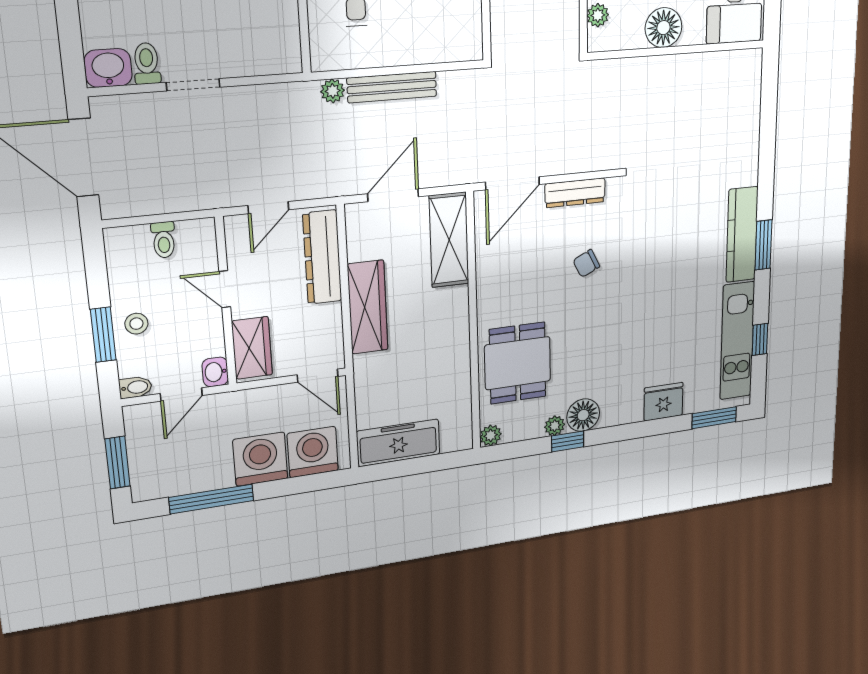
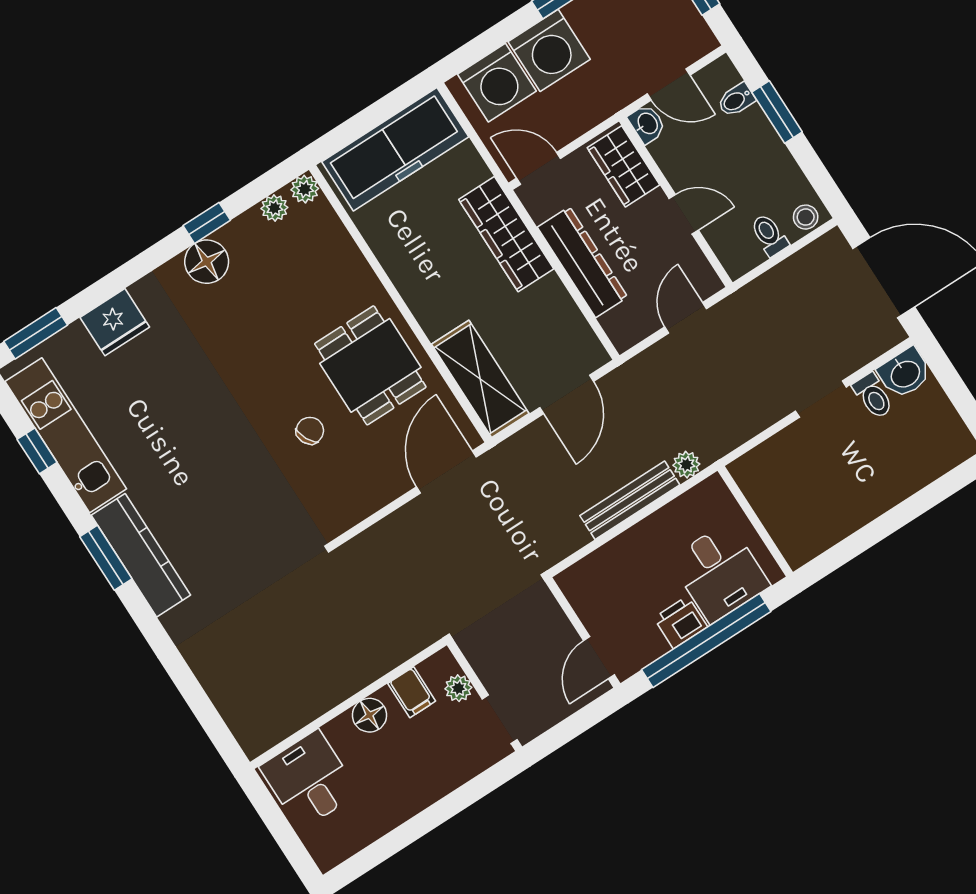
floor lamp: (663, 28) -> (369, 715), width x0.73, depth x0.73
filing cabinet: (631, 32) -> (412, 692), added
dresser: (575, 193) -> (370, 498), removed
dresser: (322, 257) -> (583, 262), moved
wardrobe: (368, 307) -> (506, 234), moved
stool: (136, 324) -> (806, 217), moved
dining table: (518, 363) -> (370, 365), moved
bidet: (135, 387) -> (736, 100), moved
door: (181, 394) -> (669, 85), swing flipped
plant: (555, 426) -> (274, 208), moved
freezer: (398, 443) -> (395, 149), width x1.36, depth x1.26

